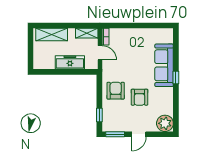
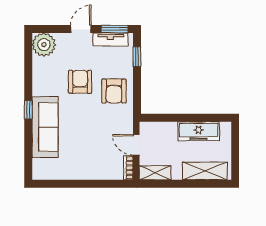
freezer: (70, 62) -> (199, 131), moved
tv unit: (118, 127) -> (111, 39), added

